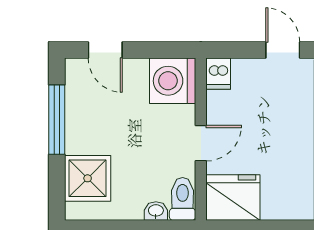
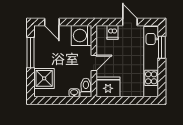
dishwasher: (218, 74) -> (112, 32), moved

